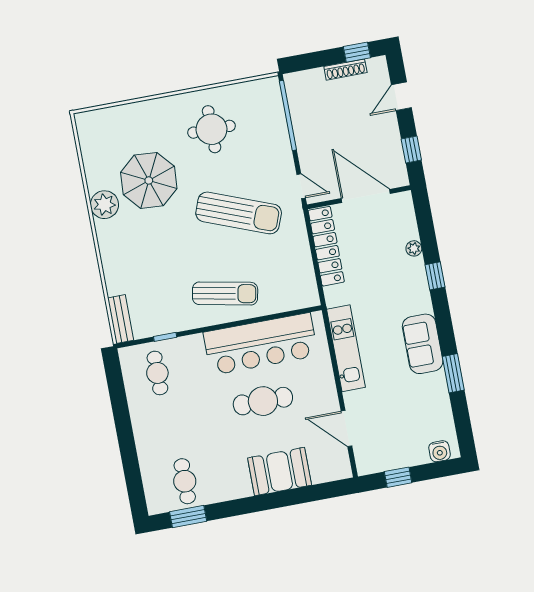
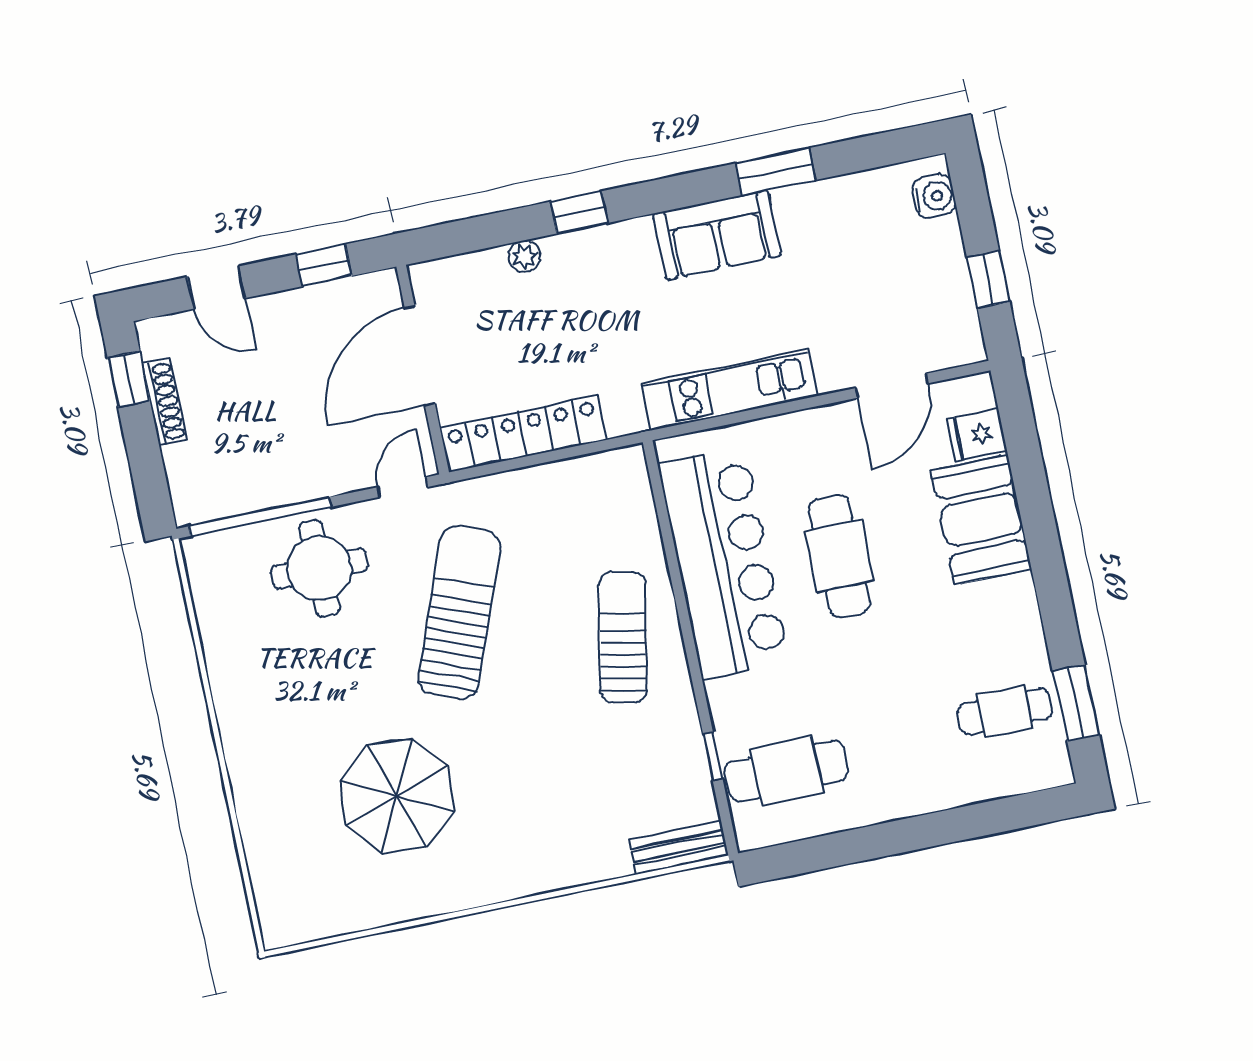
round table: (212, 129) -> (319, 568), moved
plant: (104, 205) -> (448, 885), removed
cafe table: (157, 373) -> (786, 771), width x1.37, depth x1.35
fridge: (321, 470) -> (977, 435), added

